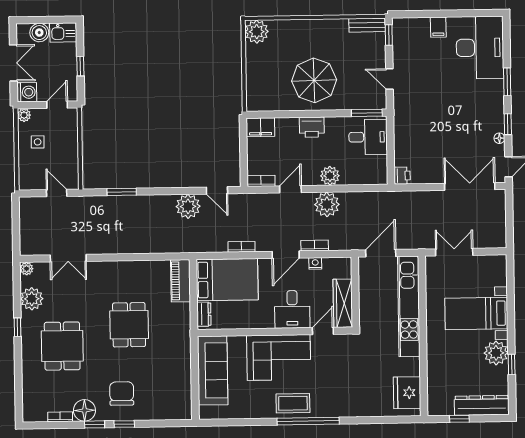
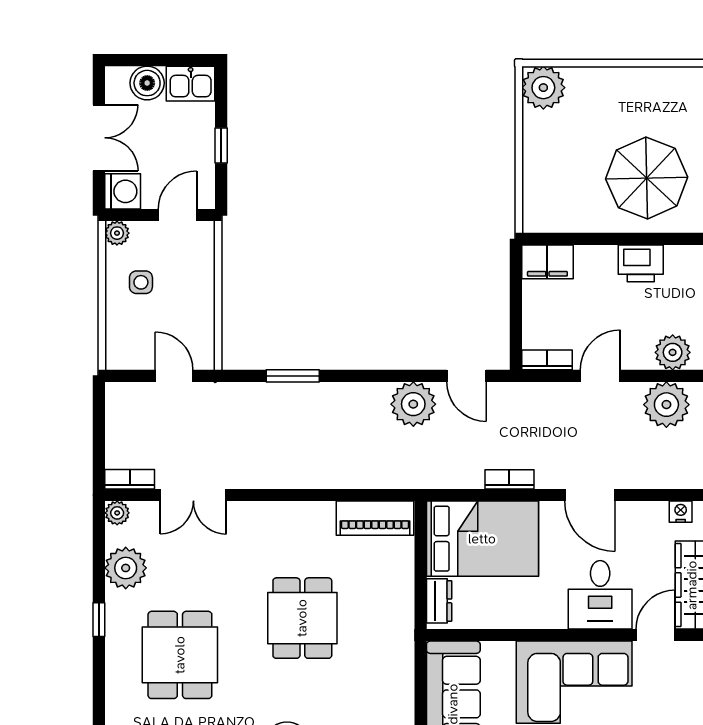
bookcase: (315, 246) -> (130, 479), moved
door: (286, 255) -> (590, 495), hinge flipped
nightstand: (315, 263) -> (681, 512), moved
piano: (181, 281) -> (375, 518), moved, turned -90

